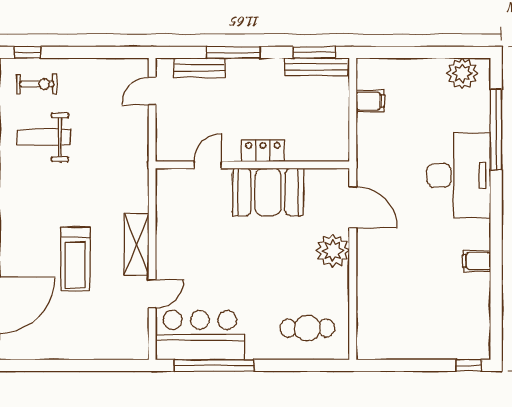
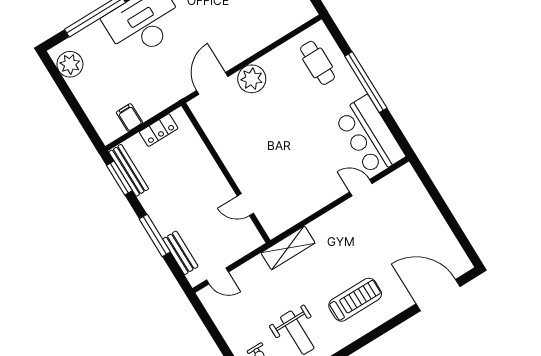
locker: (263, 151) -> (159, 130), moved, turned -90
booth: (268, 192) -> (238, 150), removed
shelving: (137, 245) -> (288, 248), moved
treadmill: (75, 259) -> (355, 300), moved
window: (214, 365) -> (366, 82), moved

